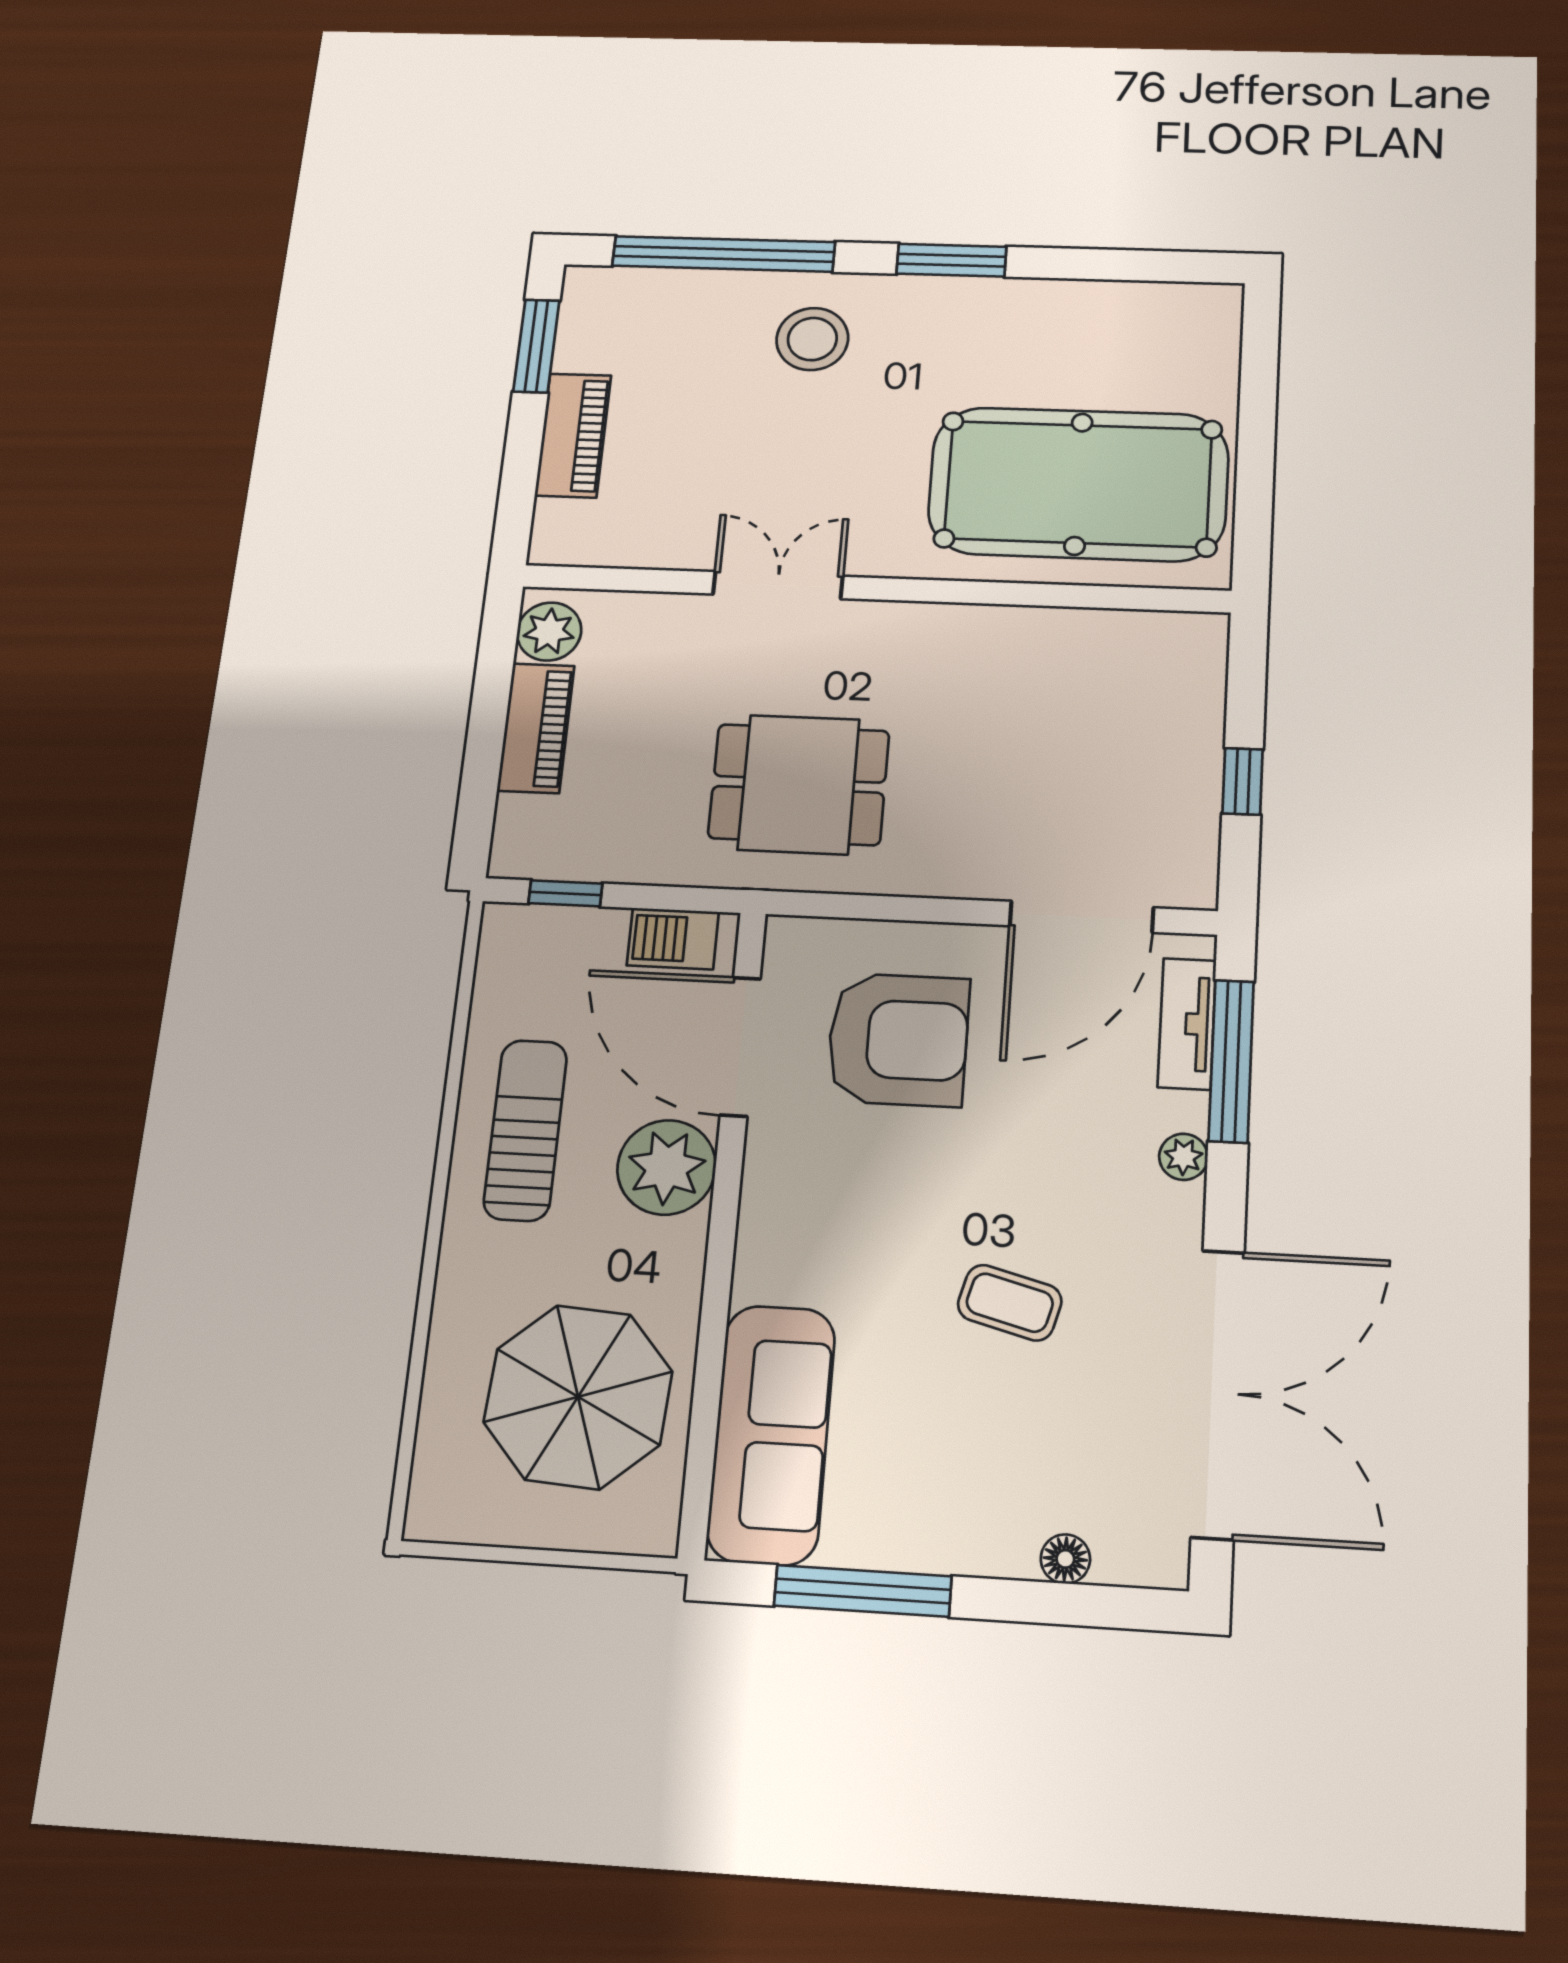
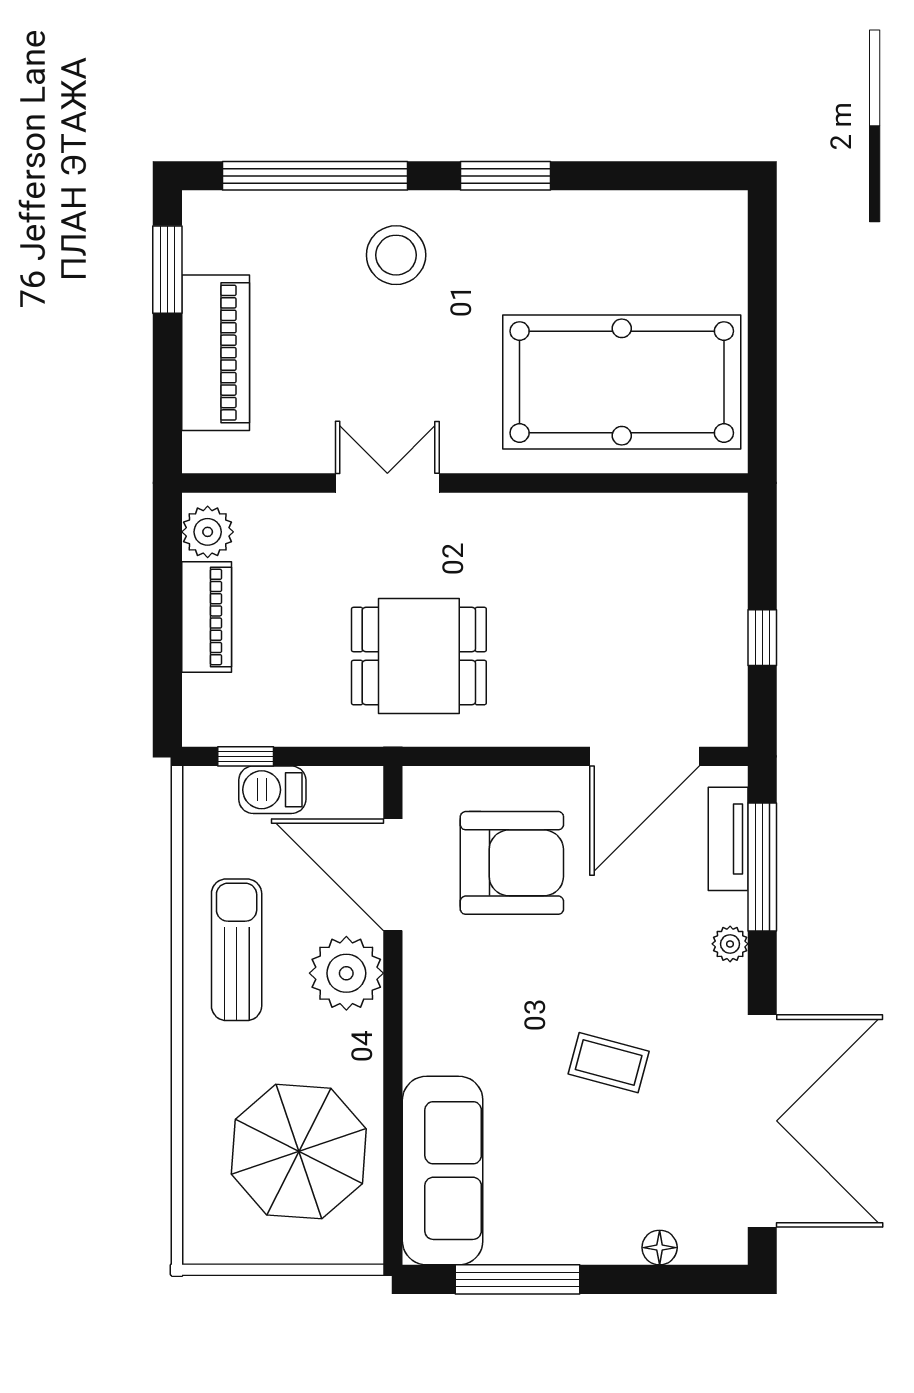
piano: (573, 435) -> (216, 353), width x1.37, depth x1.33
barbecue: (673, 939) -> (272, 790), moved

